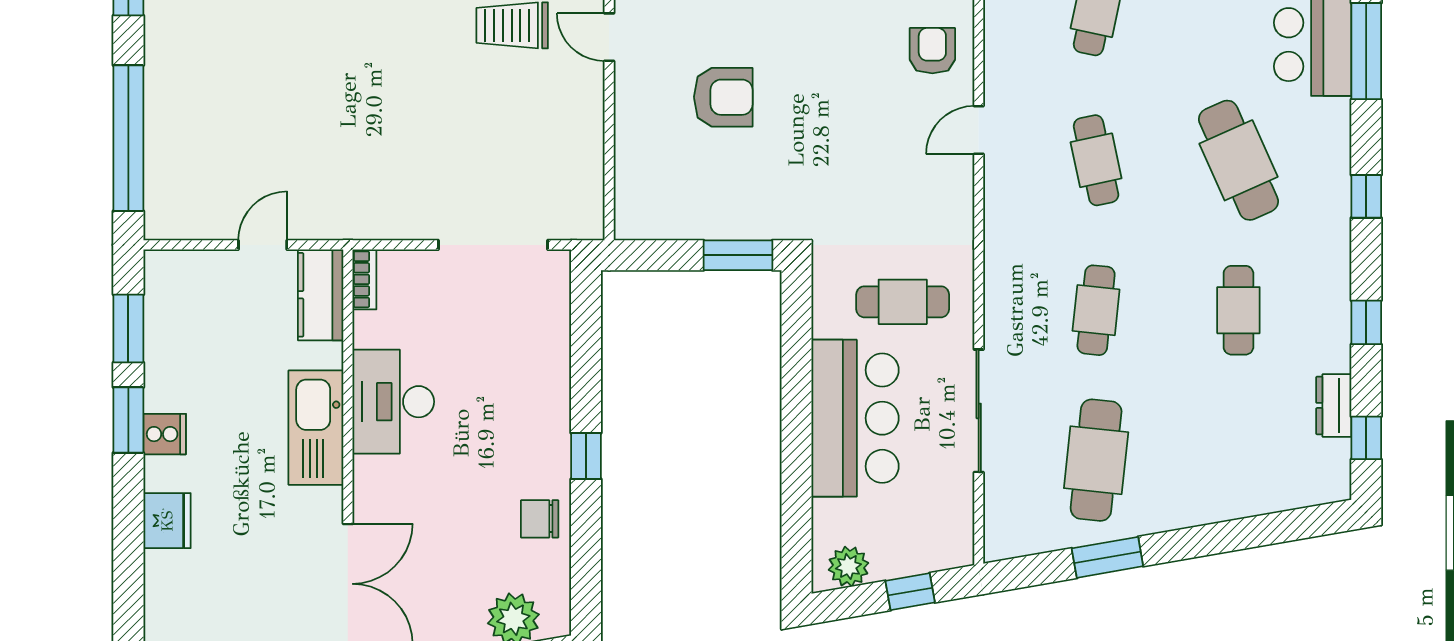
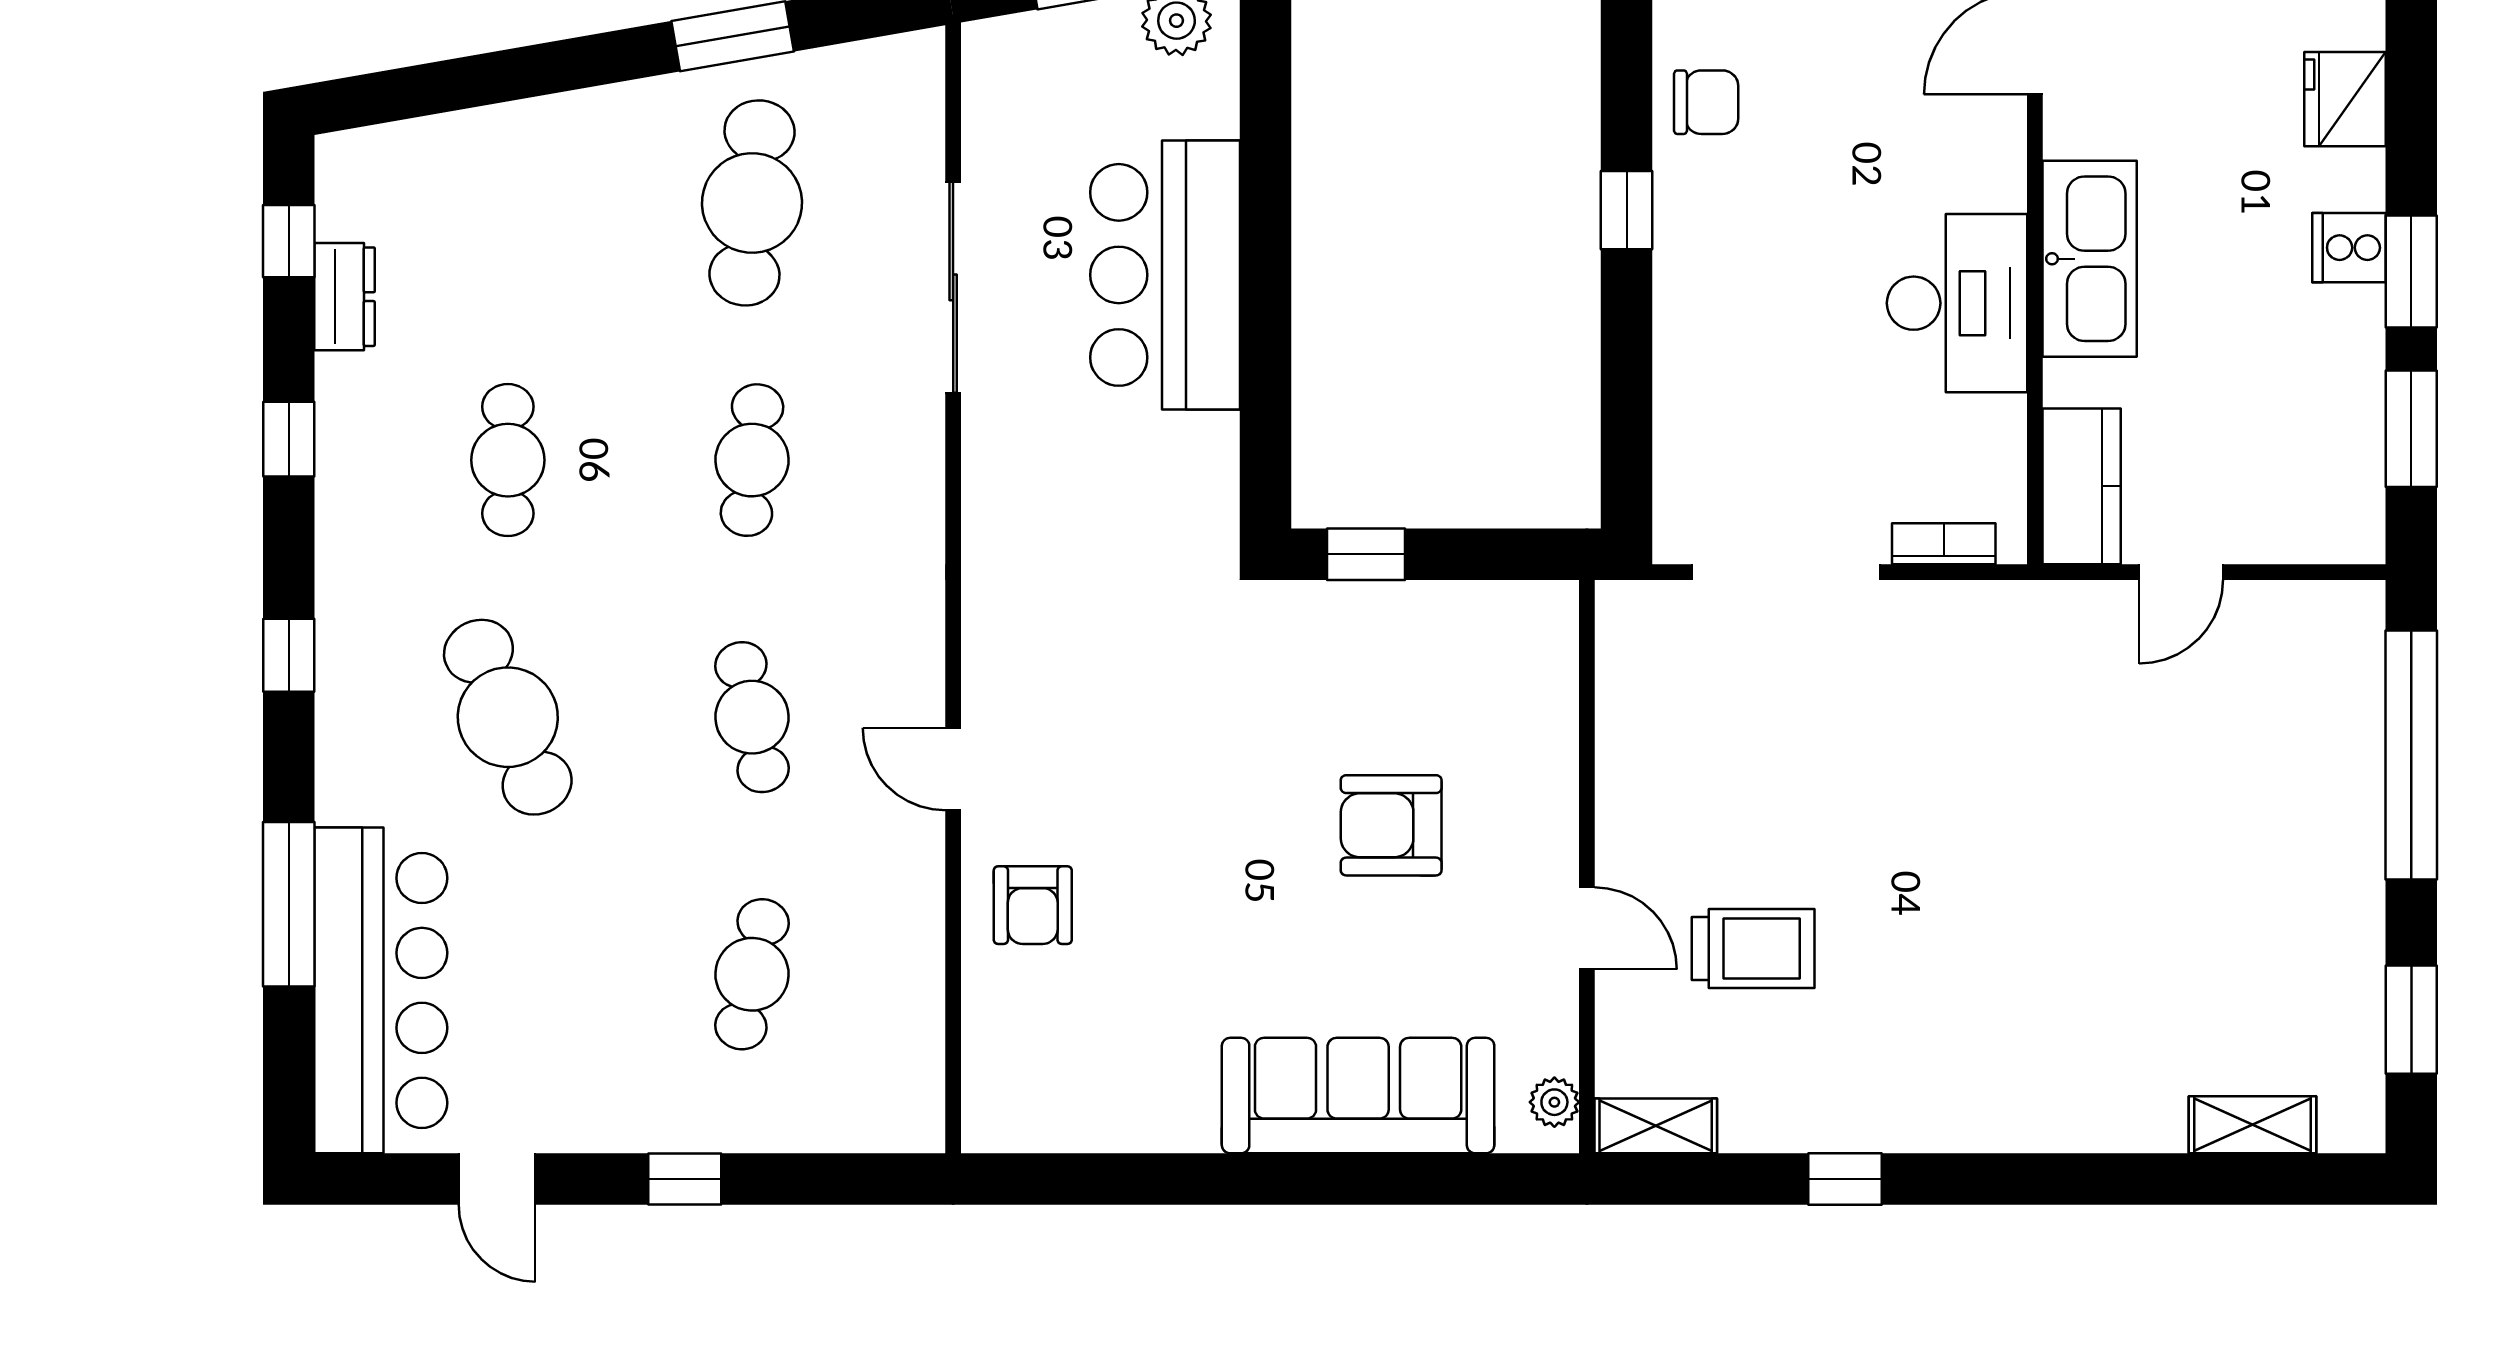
door: (979, 130) -> (953, 769), swing flipped
window: (738, 255) -> (1366, 554), width x0.67
bookcase: (364, 279) -> (1944, 544), moved, turned 90
cafe table: (903, 302) -> (1084, 474), removed

